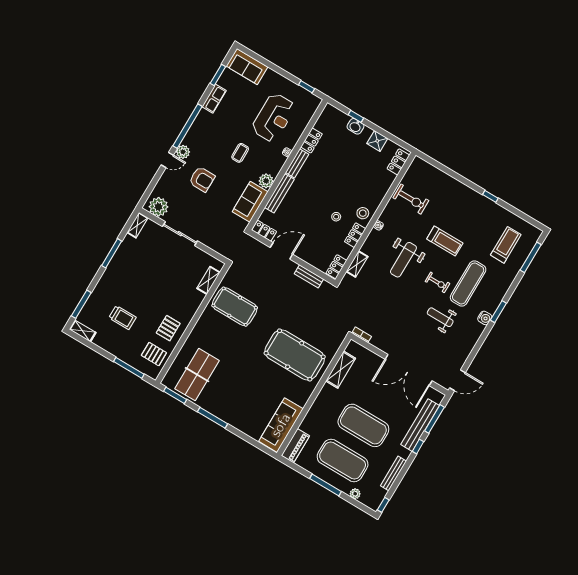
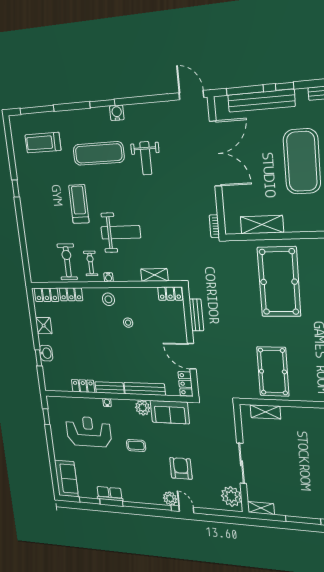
locker: (355, 235) -> (71, 294), moved
exercise bike: (437, 282) -> (91, 263), moved

